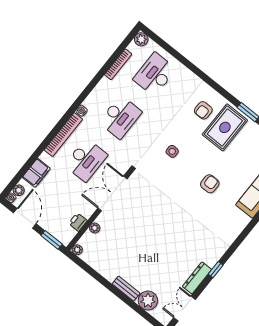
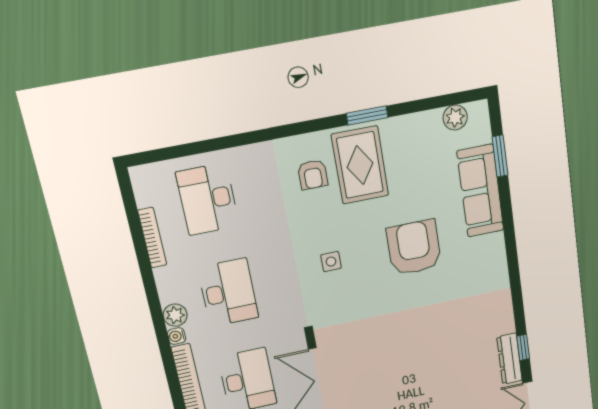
plant: (141, 39) -> (175, 315), moved
armchair: (210, 184) -> (414, 248), width x1.88, depth x1.88
window: (216, 270) -> (523, 347), moved

